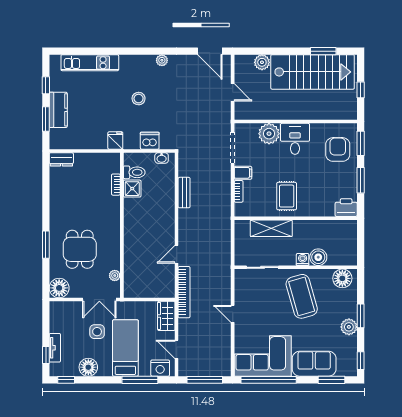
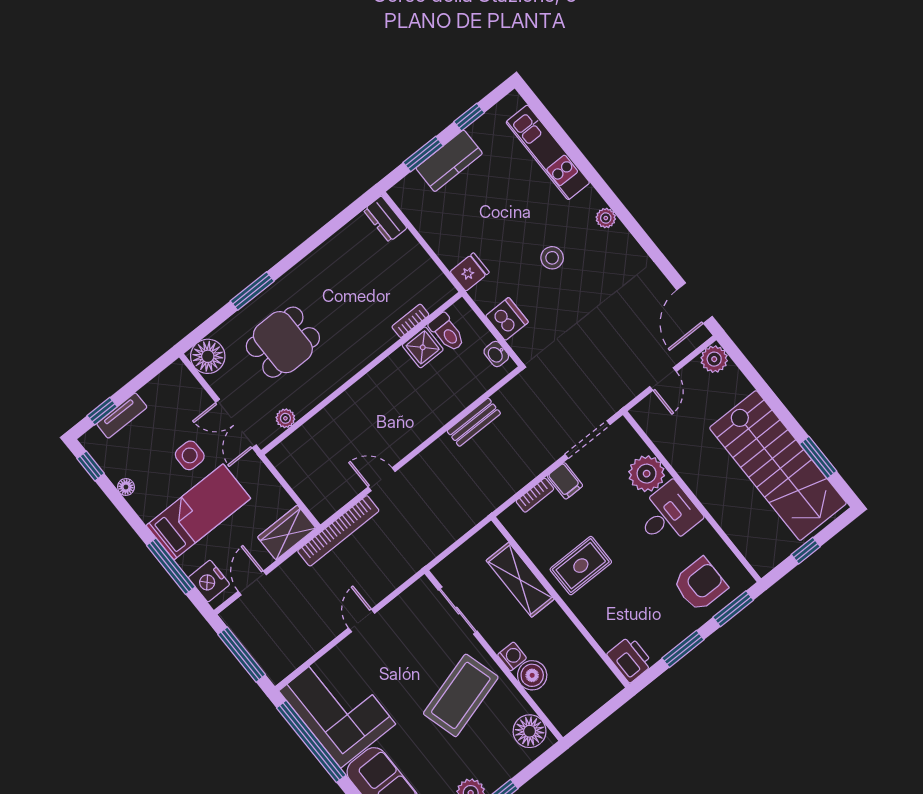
plant: (162, 60) -> (606, 218), moved
plant: (262, 62) -> (714, 359), moved
floor lamp: (88, 367) -> (126, 487), width x0.53, depth x0.53

